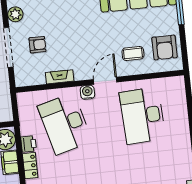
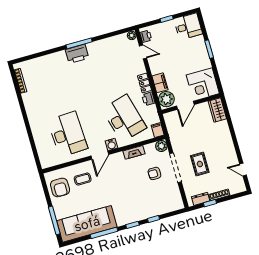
plant: (15, 14) -> (161, 146), moved
armchair: (164, 47) -> (60, 187), turned 180
filing cabinet: (24, 101) -> (158, 130), added

